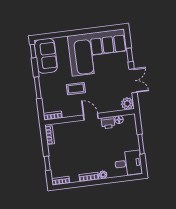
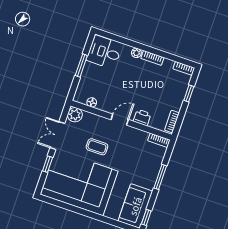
coffee table: (76, 89) -> (97, 147), moved
door: (91, 117) -> (120, 120), swing flipped
printer: (108, 123) -> (142, 118), moved

